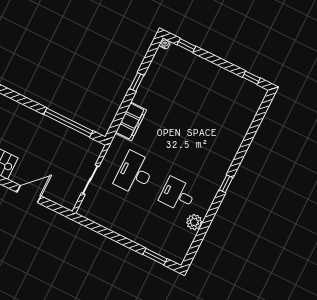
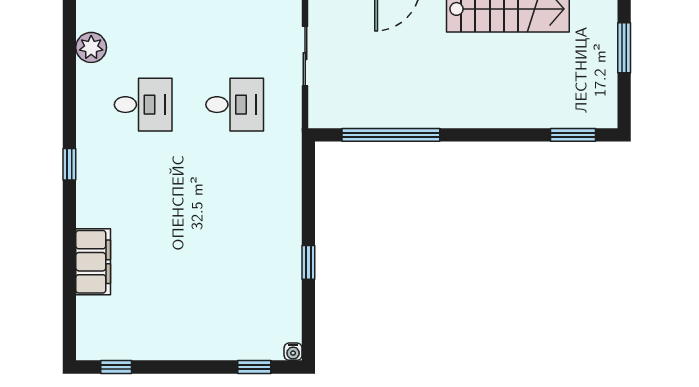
filing cabinet: (131, 122) -> (93, 262), moved, turned 180
desk: (135, 173) -> (235, 105), width x0.73
plant: (194, 222) -> (91, 47), moved

